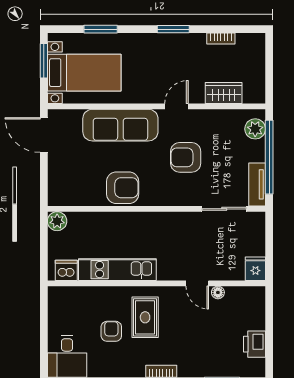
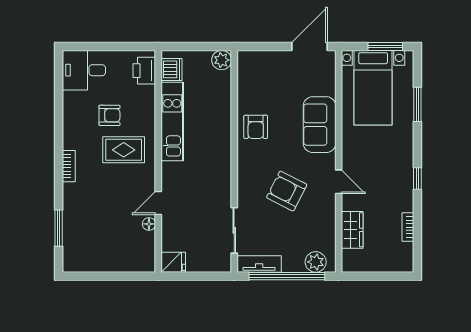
window: (173, 29) -> (417, 178), width x0.67
sofa: (120, 125) -> (320, 125), width x0.73
armchair: (186, 157) -> (287, 191), turned -63
armchair: (123, 188) -> (256, 127), width x0.72, depth x0.72
printer: (254, 344) -> (144, 71), moved, turned -90

